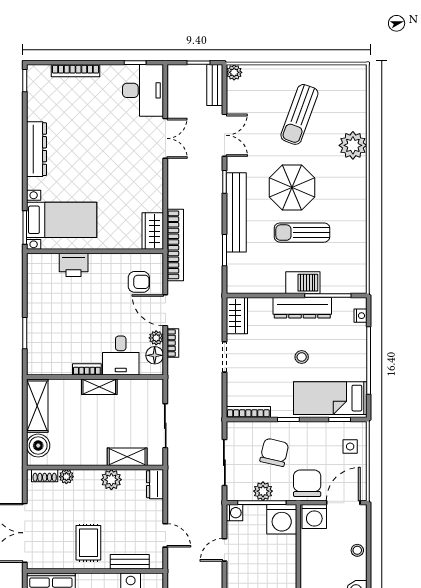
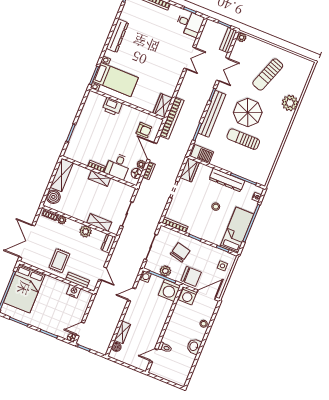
desk: (143, 90) -> (190, 23), width x0.73
barbecue: (303, 283) -> (202, 154), moved
bed: (330, 398) -> (237, 230), moved, turned 90
chair: (307, 483) -> (191, 276), turned 90

